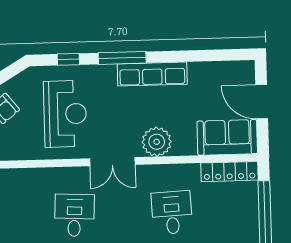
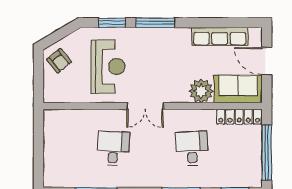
window: (68, 59) -> (112, 23), width x1.50
row of seats: (152, 74) -> (220, 36), moved
plant: (157, 142) -> (201, 91), moved

